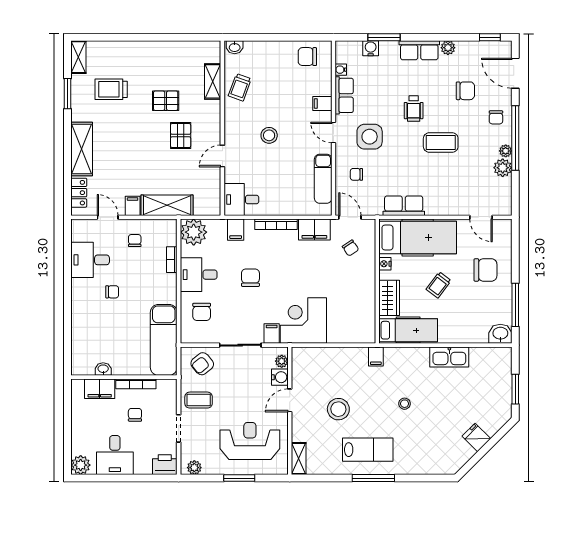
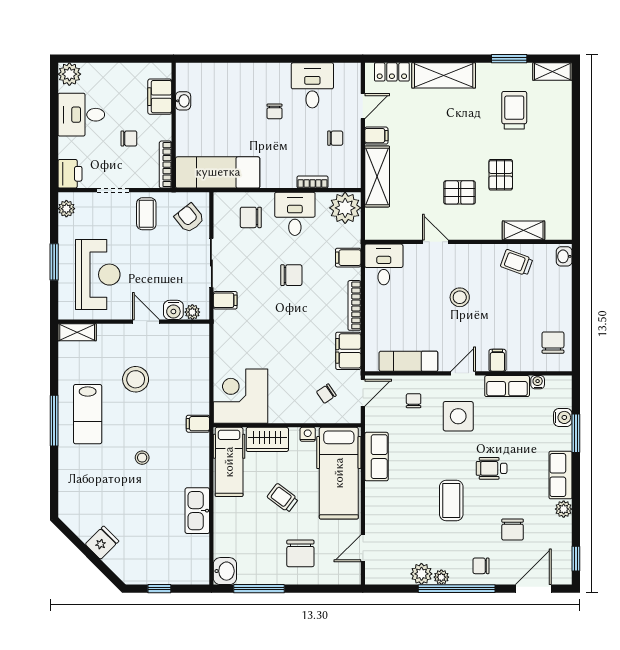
corner desk: (303, 321) -> (241, 396), moved, turned -90
bookcase: (136, 384) -> (166, 165), moved
window: (515, 389) -> (159, 589), width x0.67

